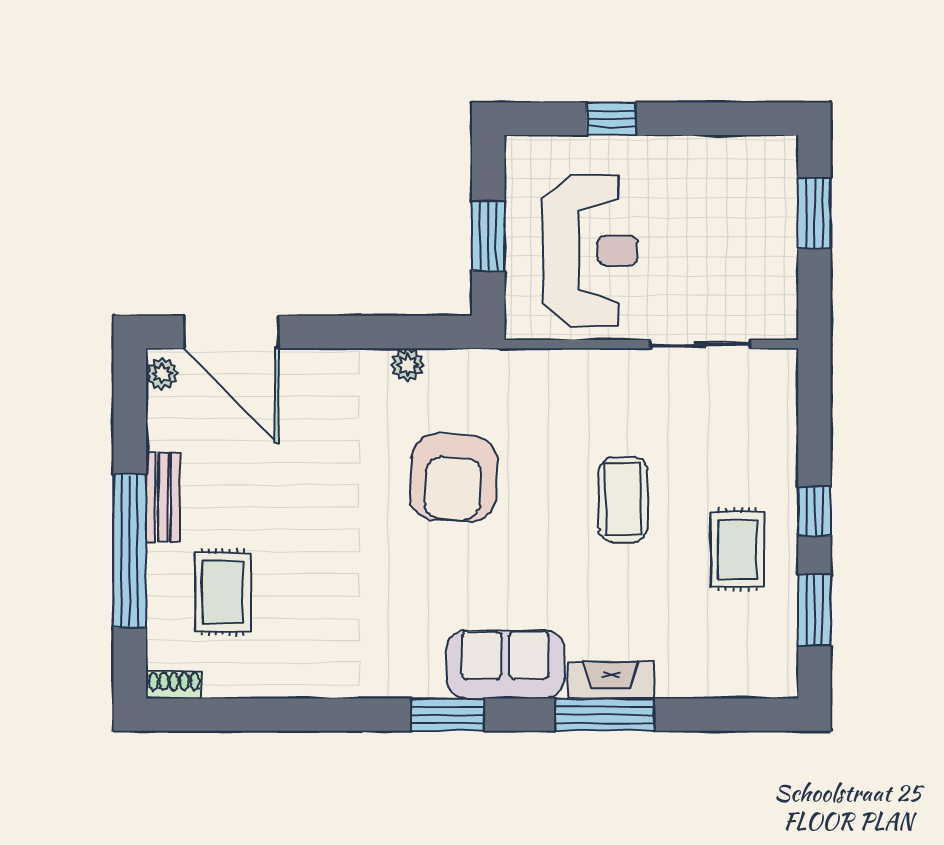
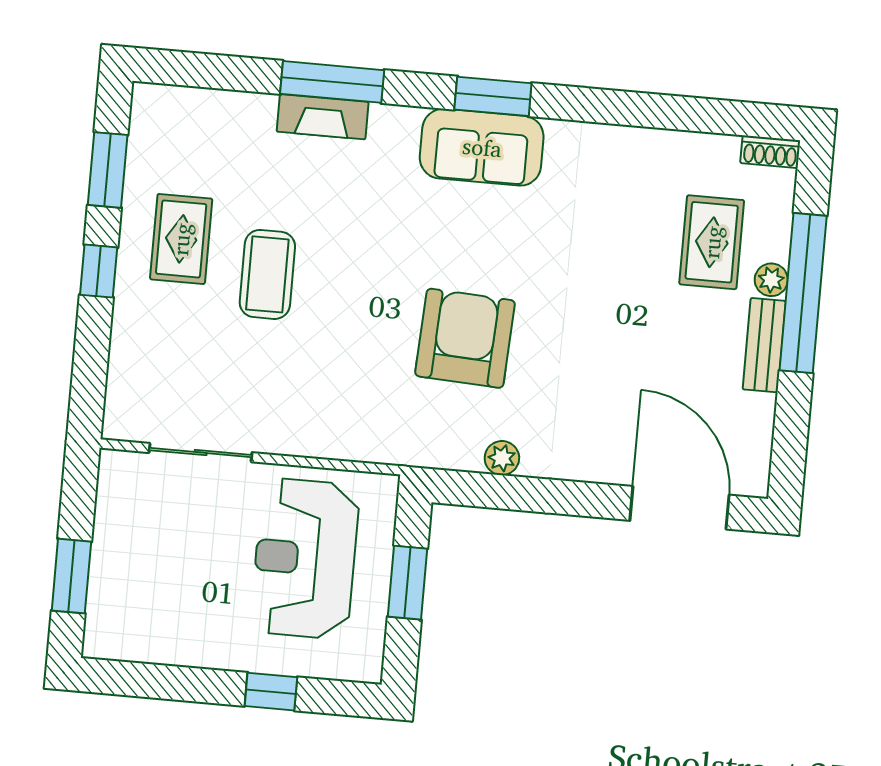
plant: (162, 374) -> (771, 280), moved
coffee table: (623, 499) -> (267, 274), moved
sofa: (505, 664) -> (482, 147), moved

